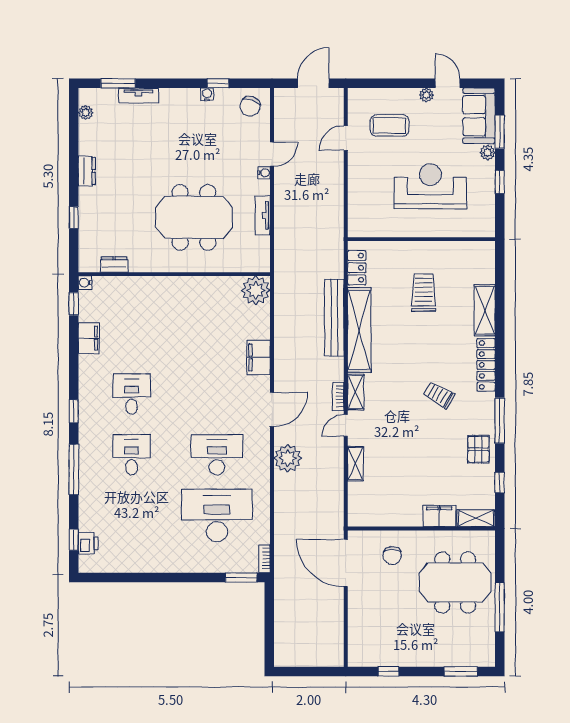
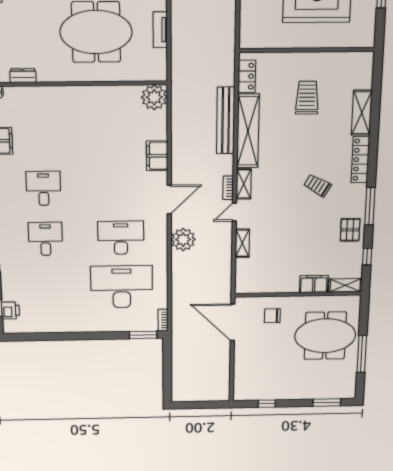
chair: (392, 555) -> (272, 316), turned 90

